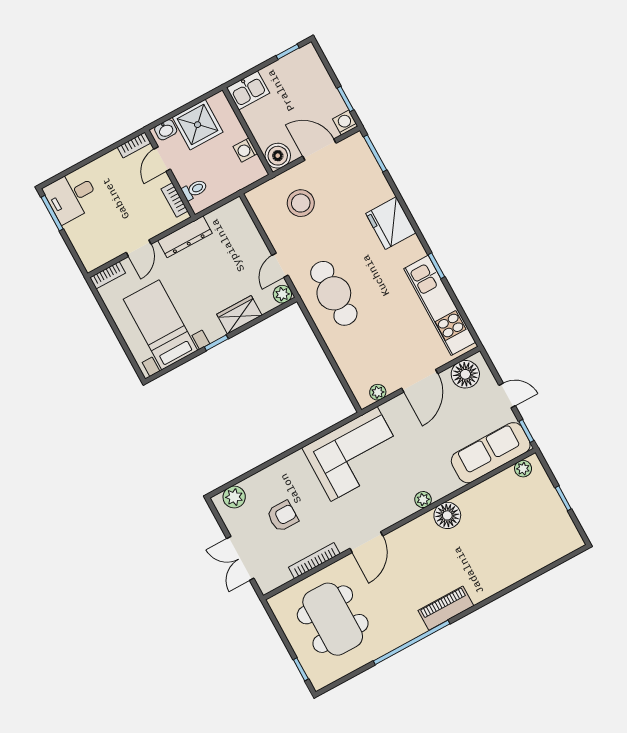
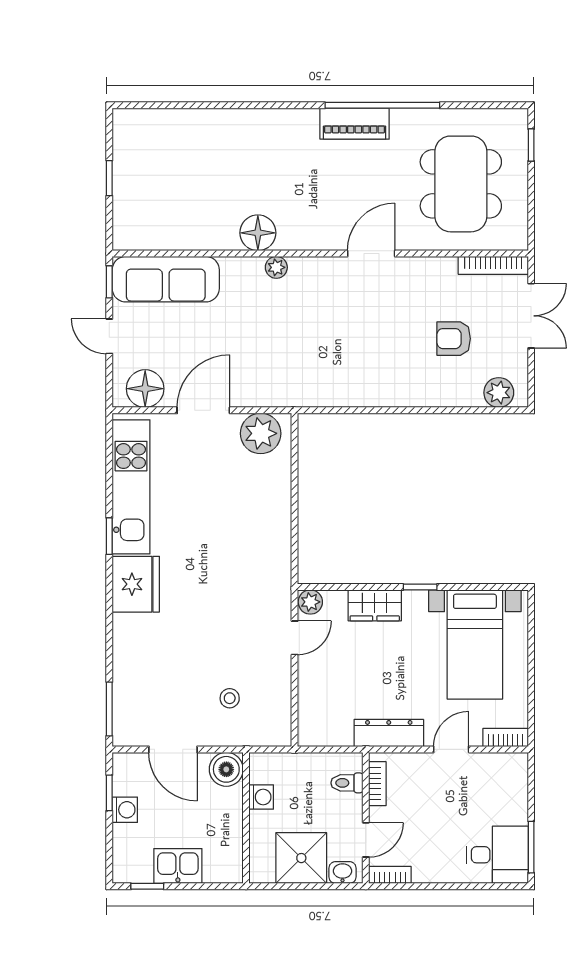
kitchen sink: (248, 90) -> (178, 866), moved
washing machine: (345, 123) -> (125, 810), moved, turned -90
stool: (301, 203) -> (230, 698), width x0.53, depth x0.53
fridge: (391, 223) -> (136, 584), moved
cafe table: (334, 293) -> (249, 570), removed
plant: (378, 392) -> (261, 433), width x1.88, depth x1.88
corner sofa: (354, 454) -> (329, 366), removed
plant: (523, 469) -> (138, 239), removed
bookcase: (314, 561) -> (493, 265), moved
piano: (446, 608) -> (355, 124), moved

